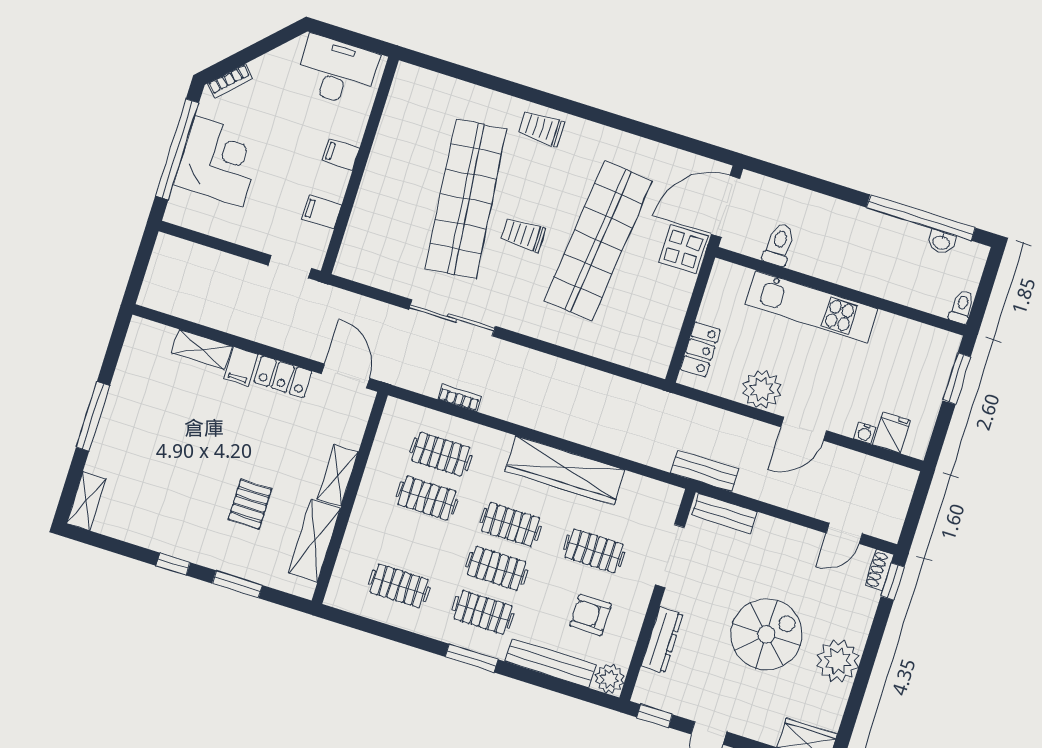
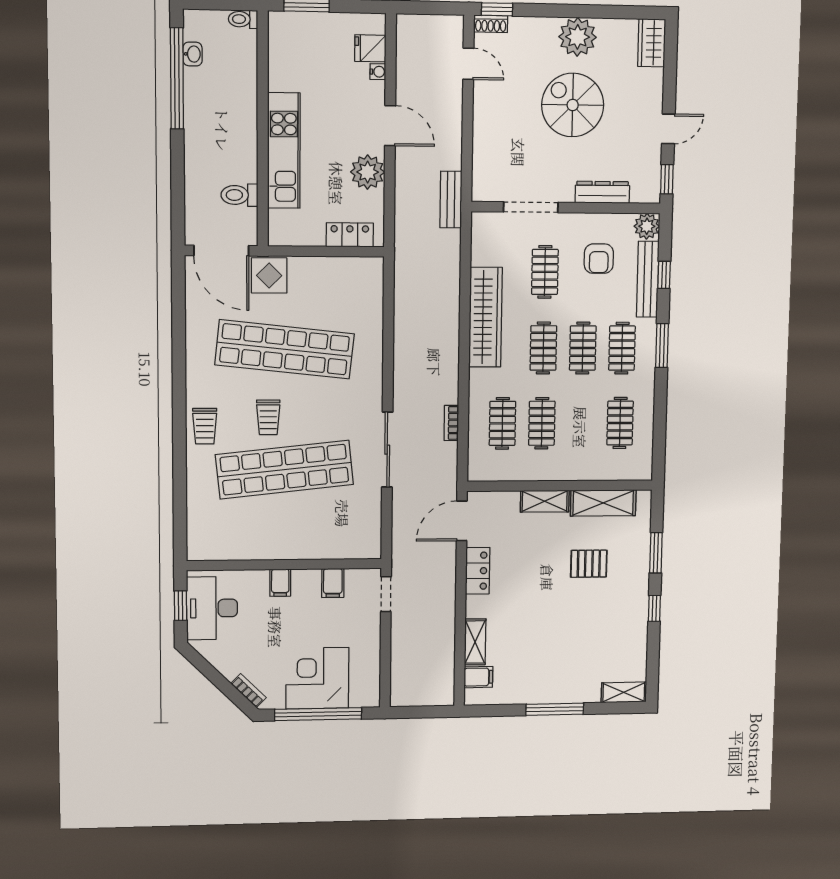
window: (351, 38) -> (181, 606), added
trolley: (523, 235) -> (268, 417), moved
filing cabinet: (241, 367) -> (478, 677), moved
bench: (724, 514) -> (482, 172), removed
window: (550, 683) -> (664, 275), added

